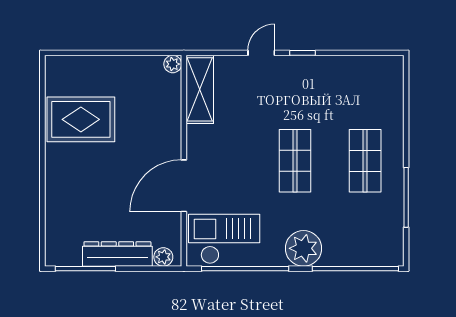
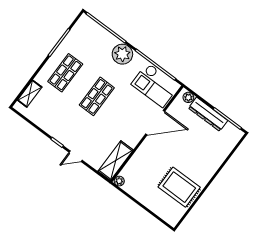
shelving: (394, 93) -> (30, 94), added

